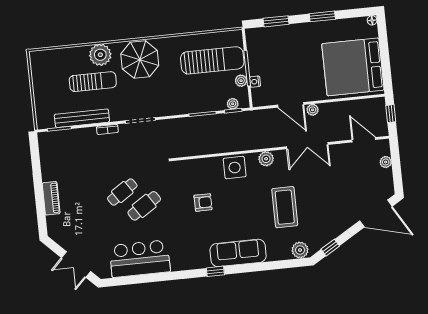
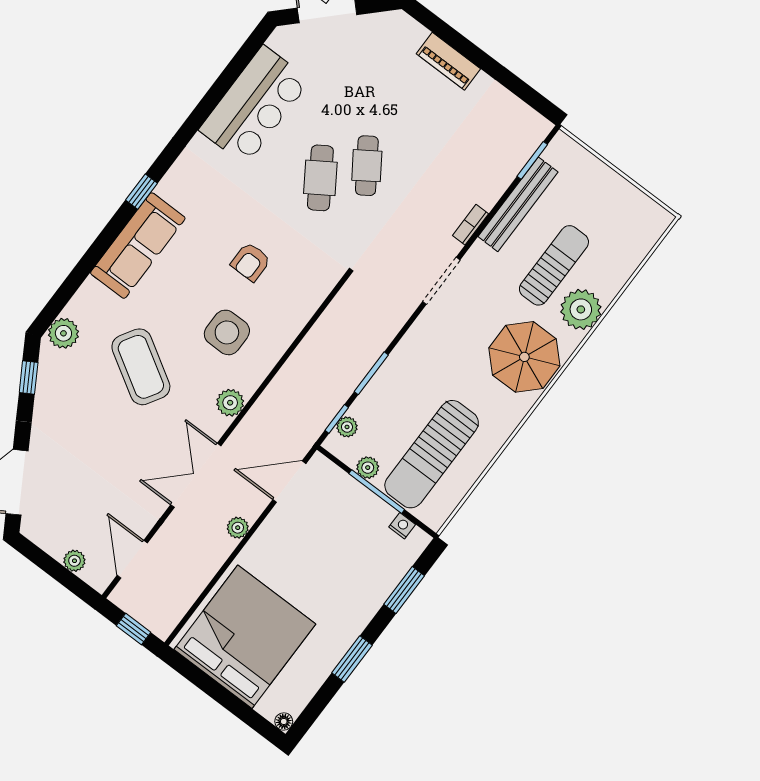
sun lounger: (93, 82) -> (554, 265), turned 180
nightstand: (255, 82) -> (402, 526), moved
door: (291, 105) -> (289, 482), moved
door: (364, 140) -> (132, 559), swing flipped
side table: (235, 168) -> (227, 332), moved
coffee table: (285, 207) -> (141, 367), turned 31

